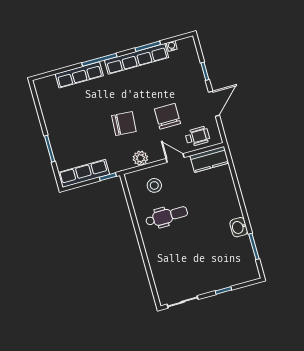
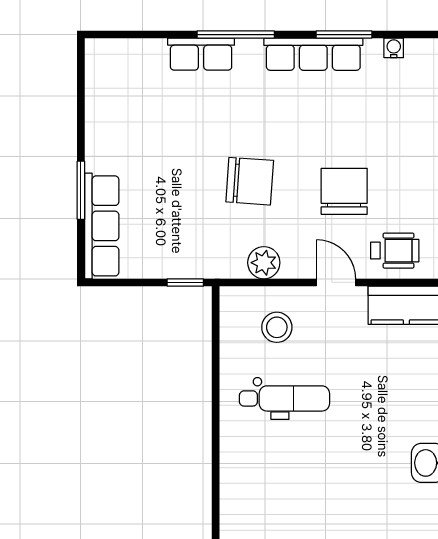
row of seats: (137, 59) -> (313, 54), width x0.73
row of seats: (79, 75) -> (201, 54), width x0.68
row of seats: (84, 173) -> (102, 226), moved, turned 90

